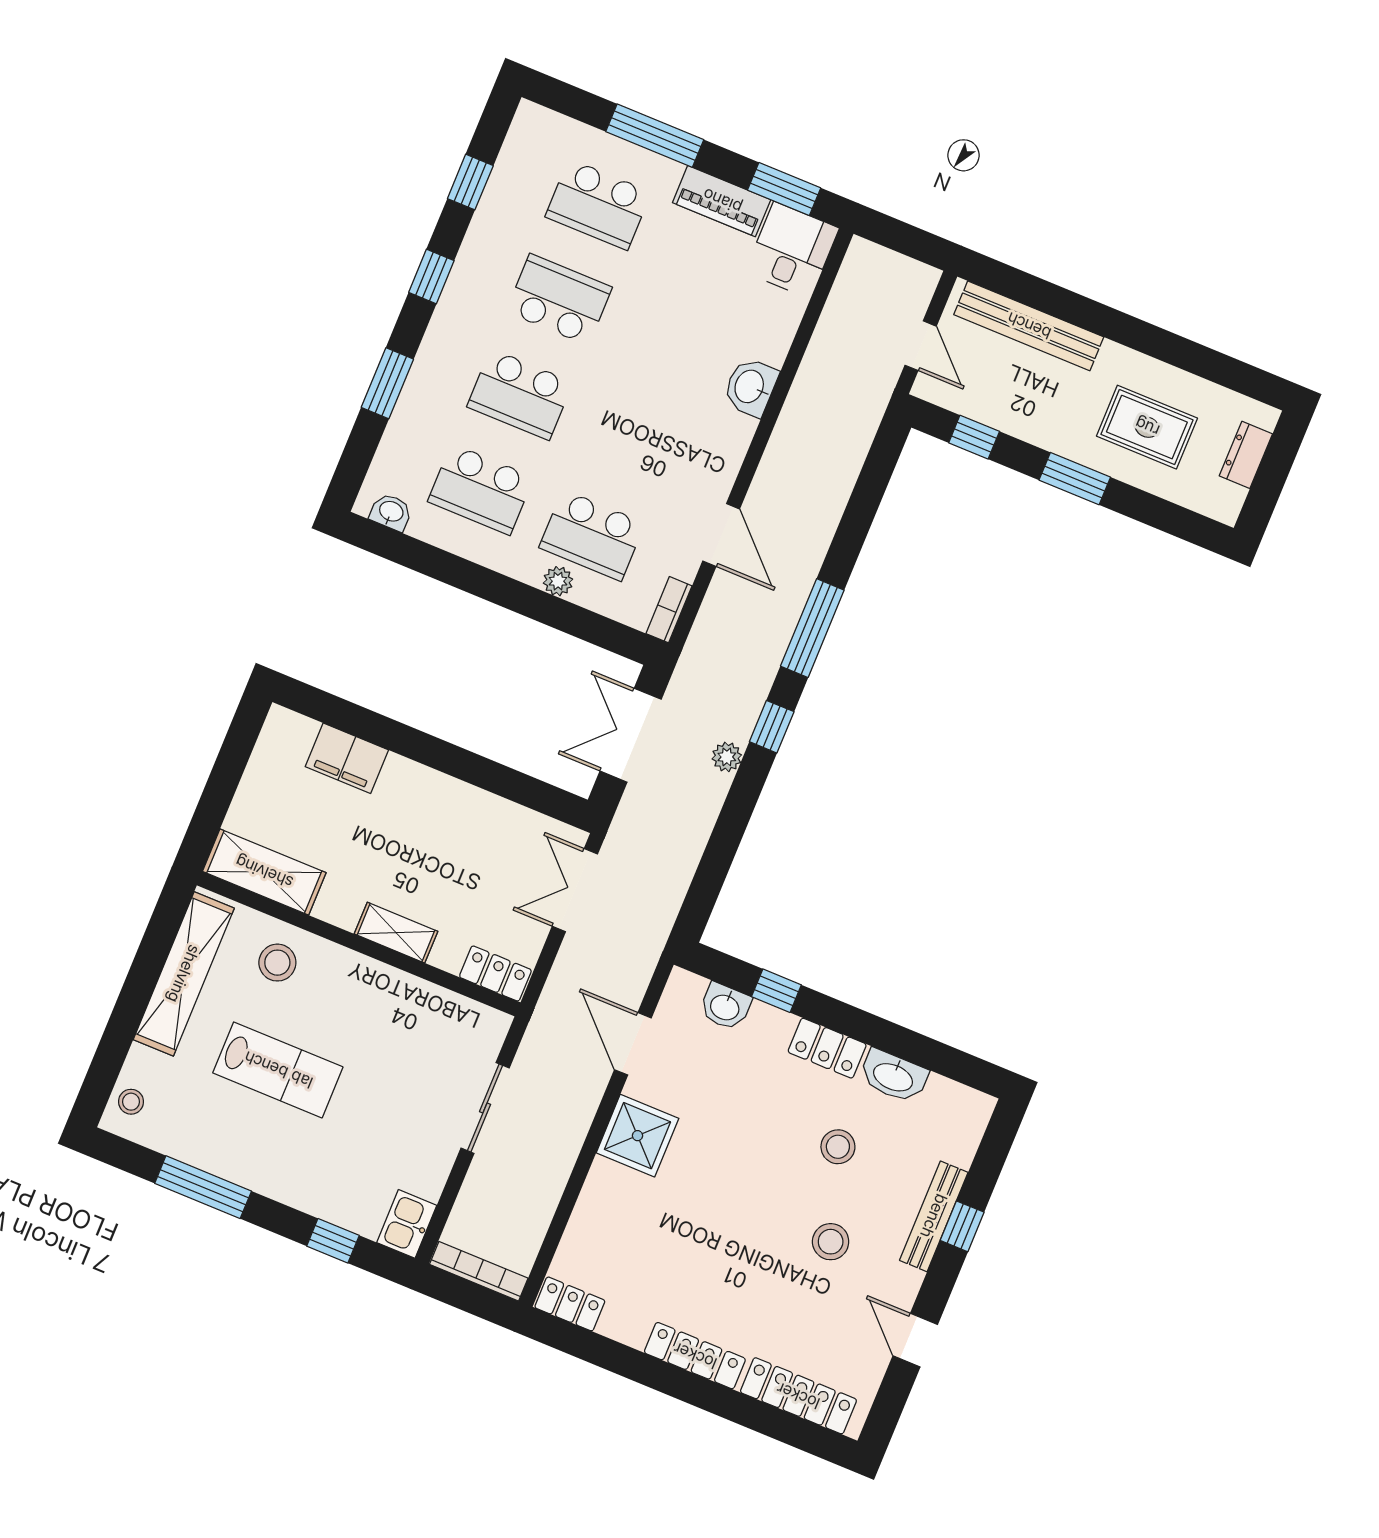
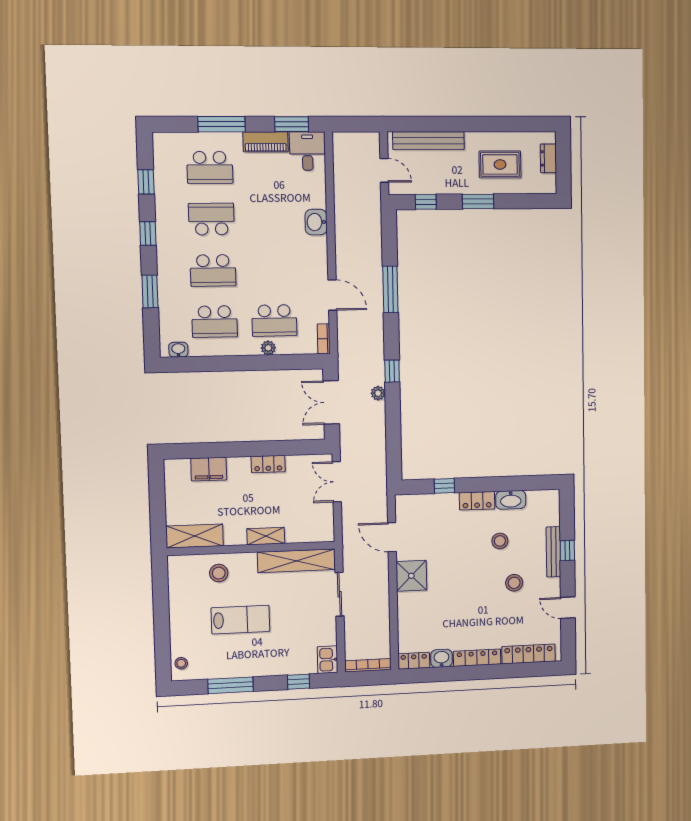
window: (812, 628) -> (390, 289), moved
locker: (495, 973) -> (268, 464), moved, turned 180
shelving: (184, 974) -> (296, 561), moved, turned 90
washbasin: (725, 1006) -> (441, 658), moved, turned 180

